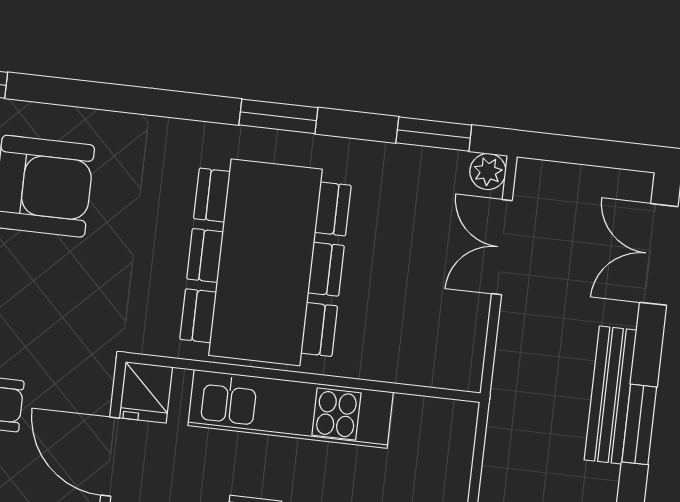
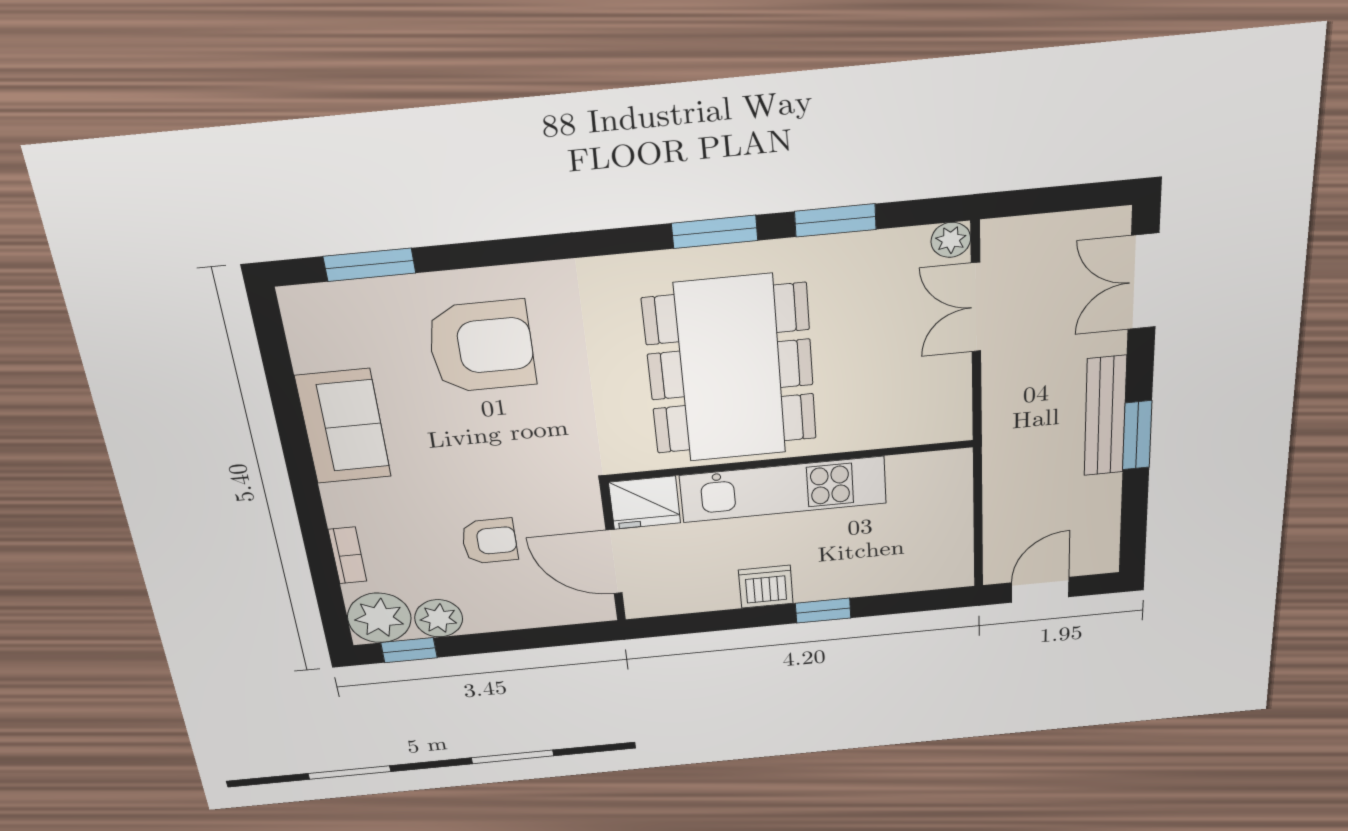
window: (434, 134) -> (835, 220), moved
fridge: (146, 392) -> (645, 503), width x1.38

